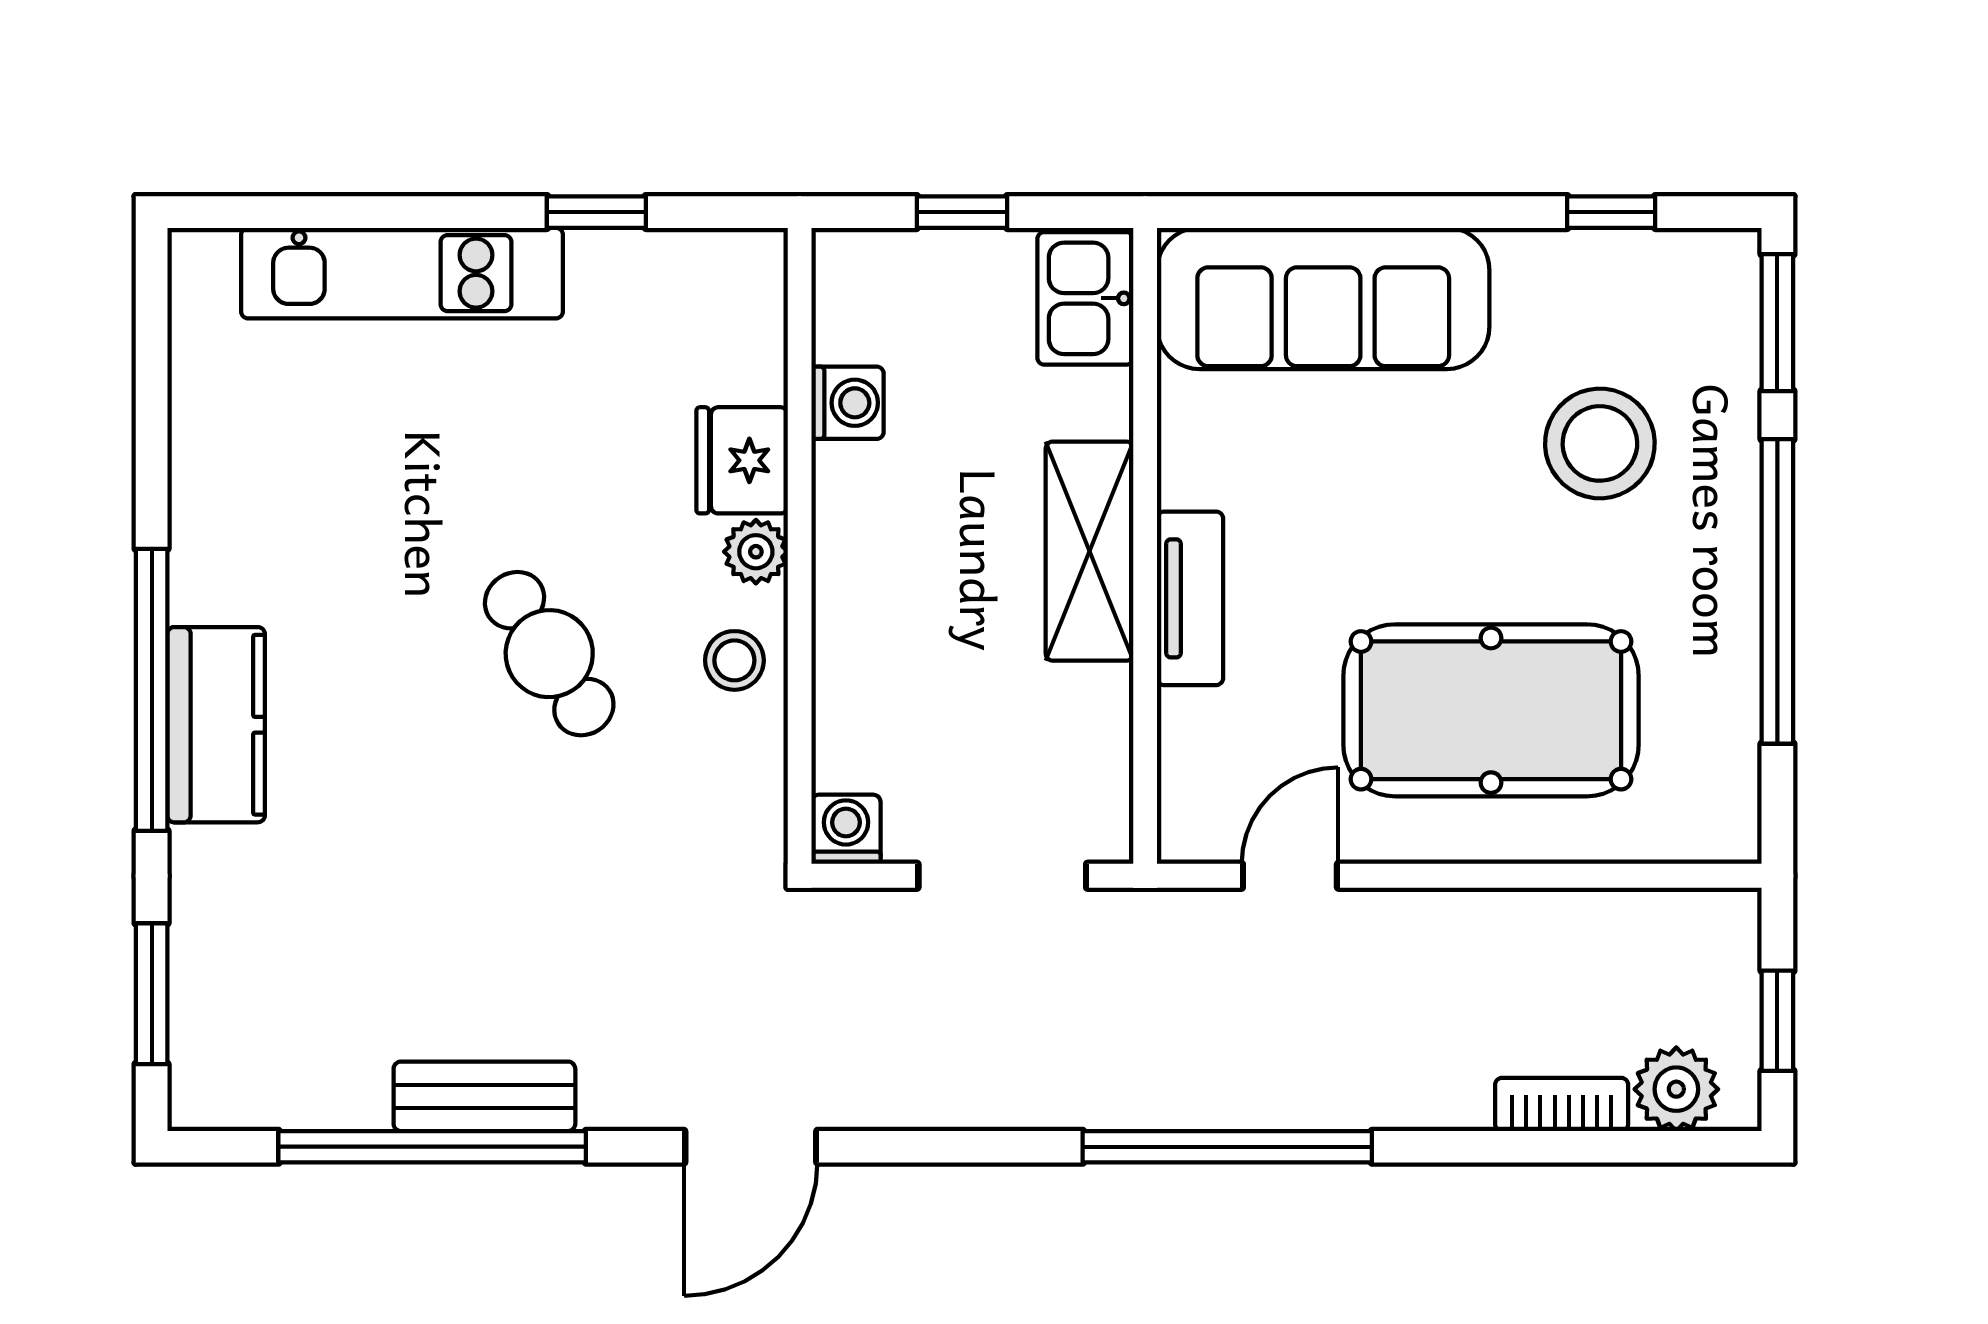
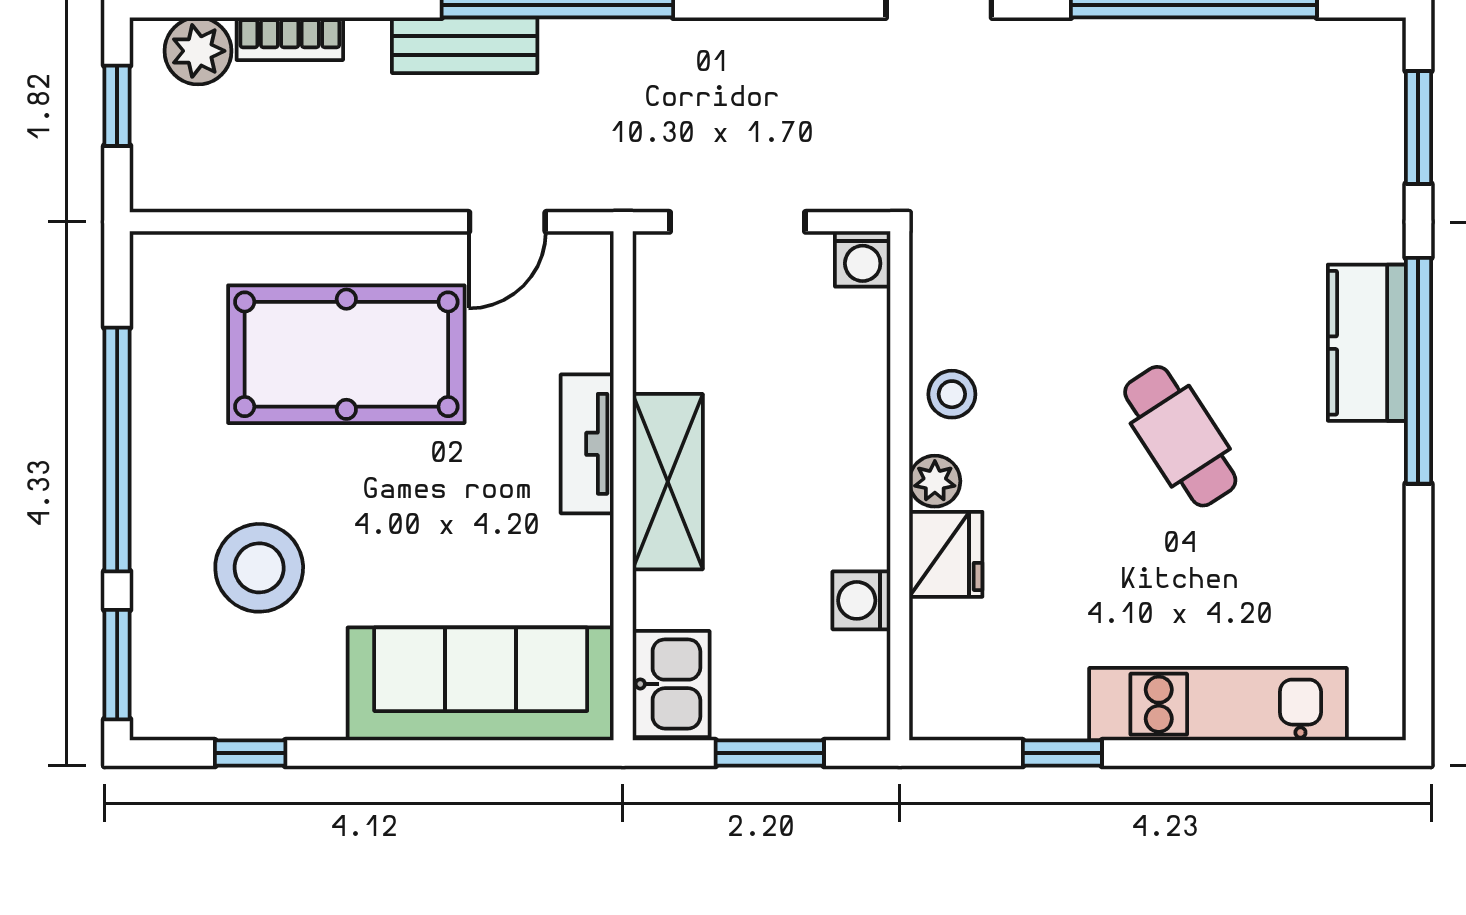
window: (962, 212) -> (770, 753), width x1.50
cafe table: (549, 654) -> (1180, 436), moved
bench: (484, 1096) -> (465, 45), moved

